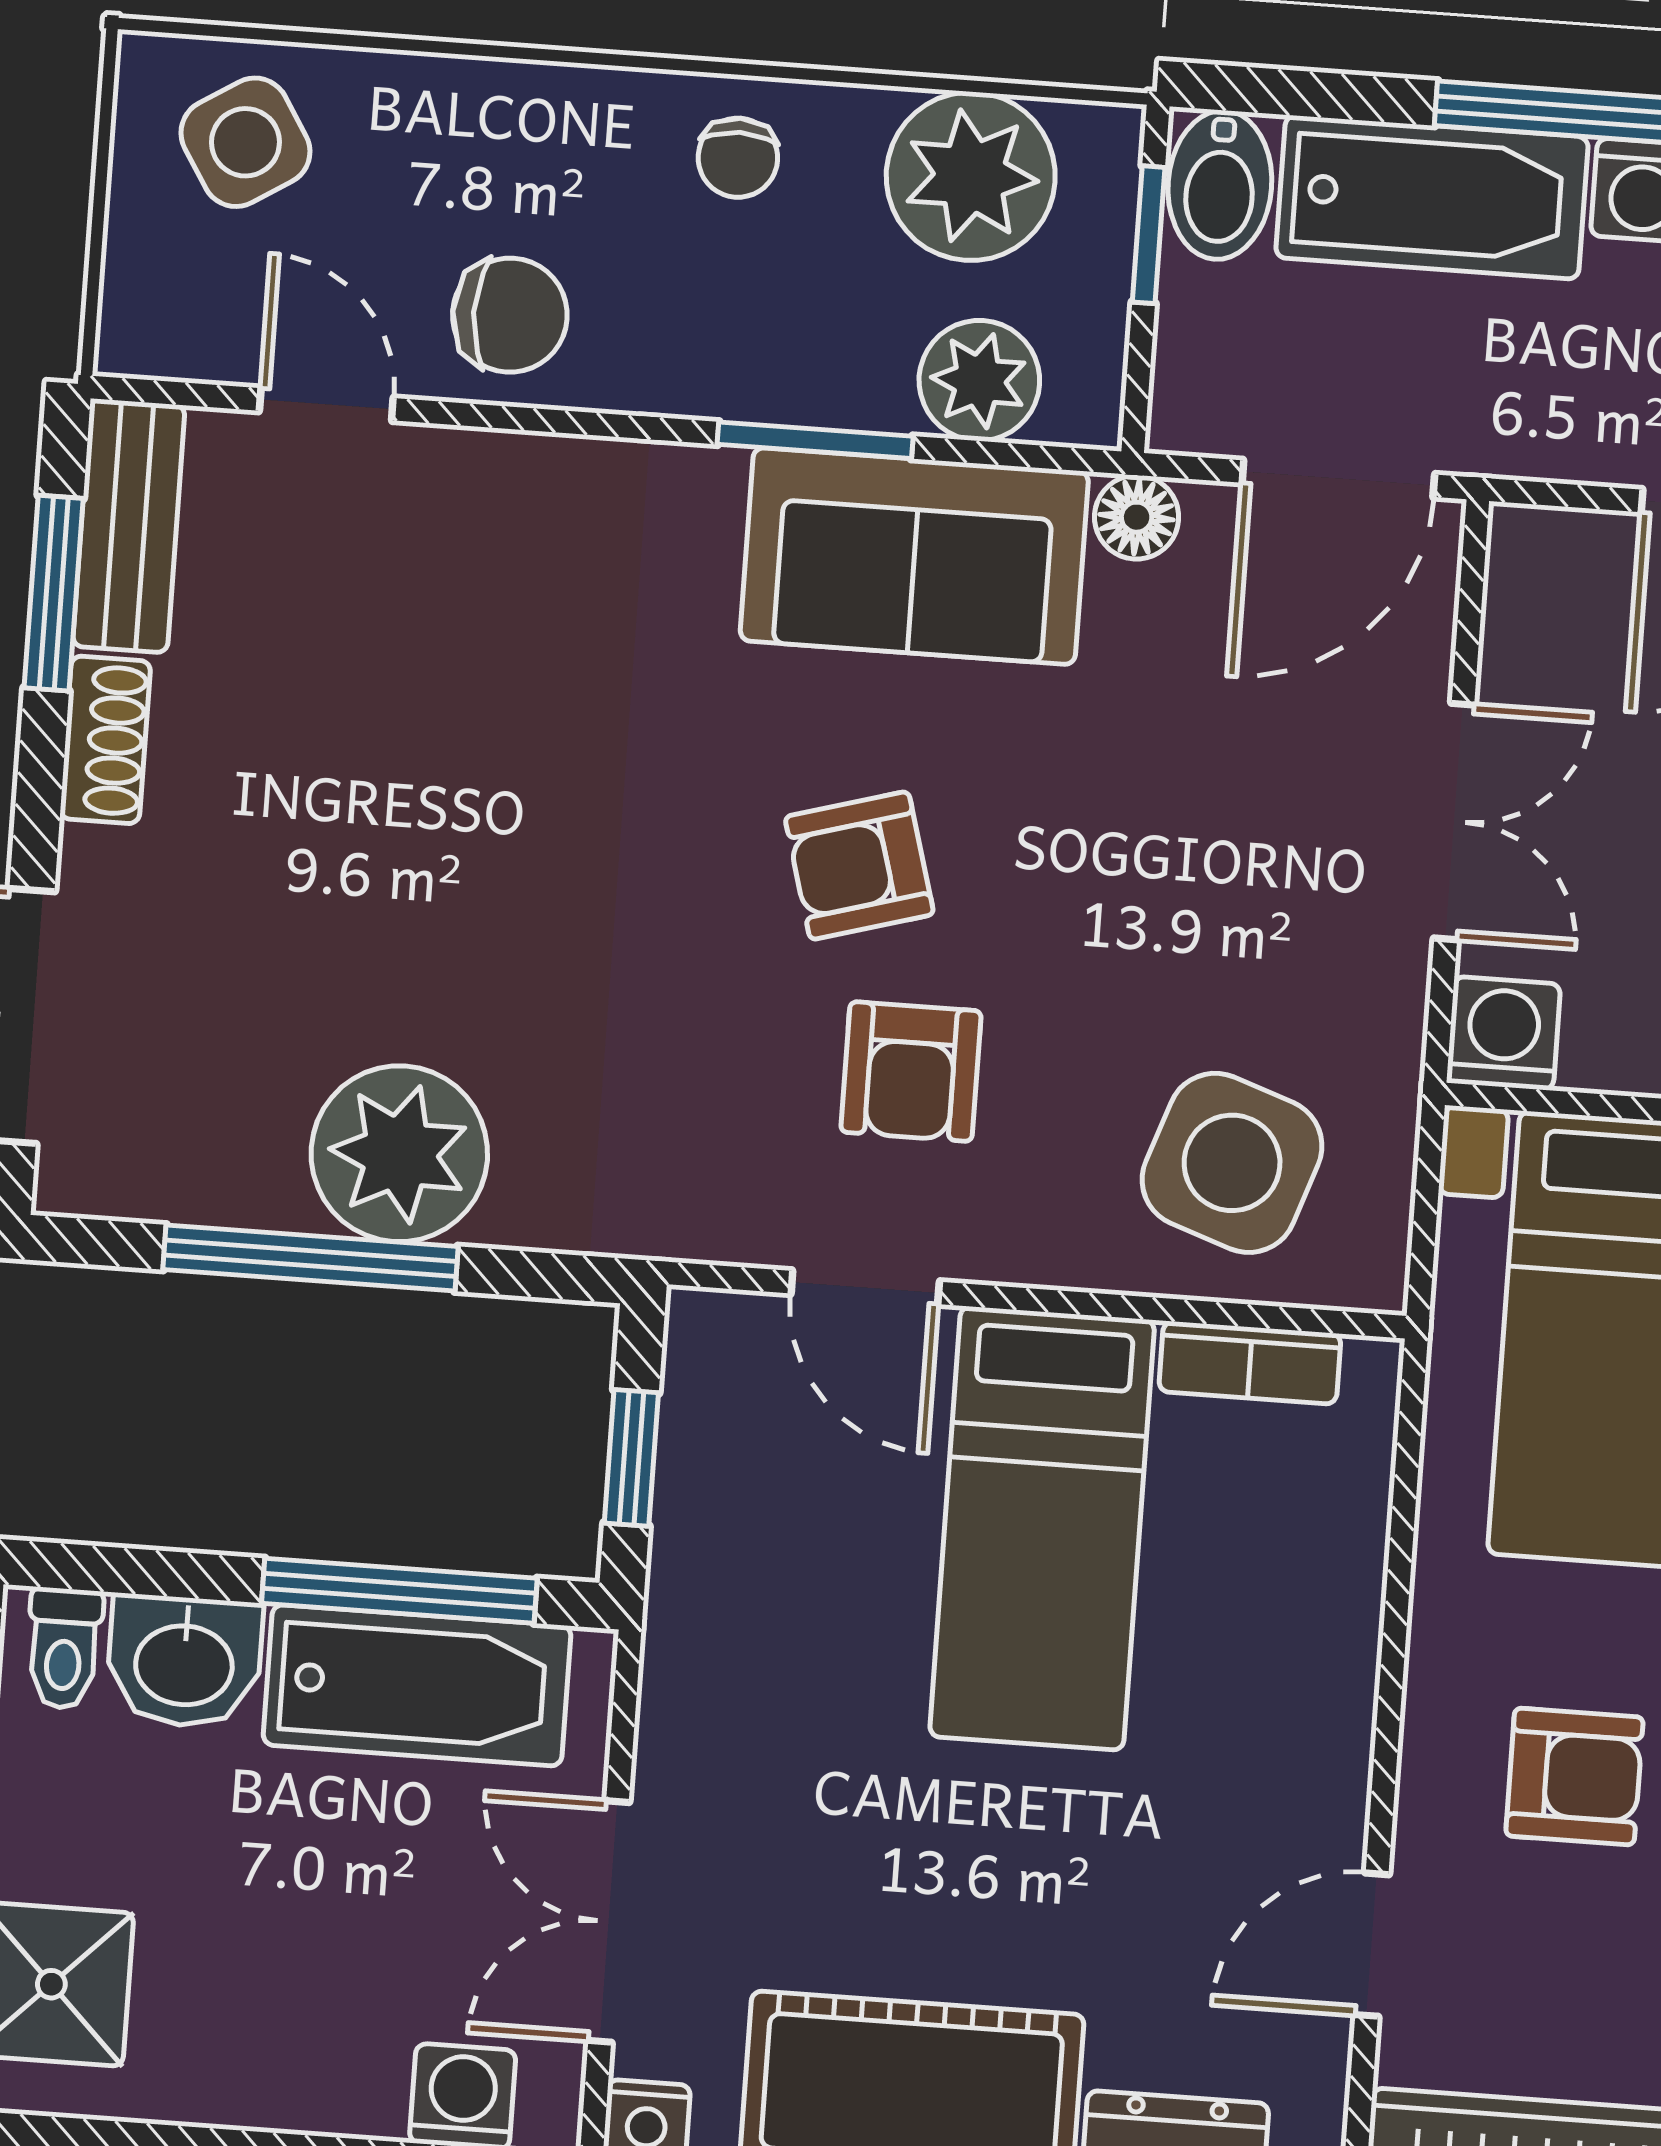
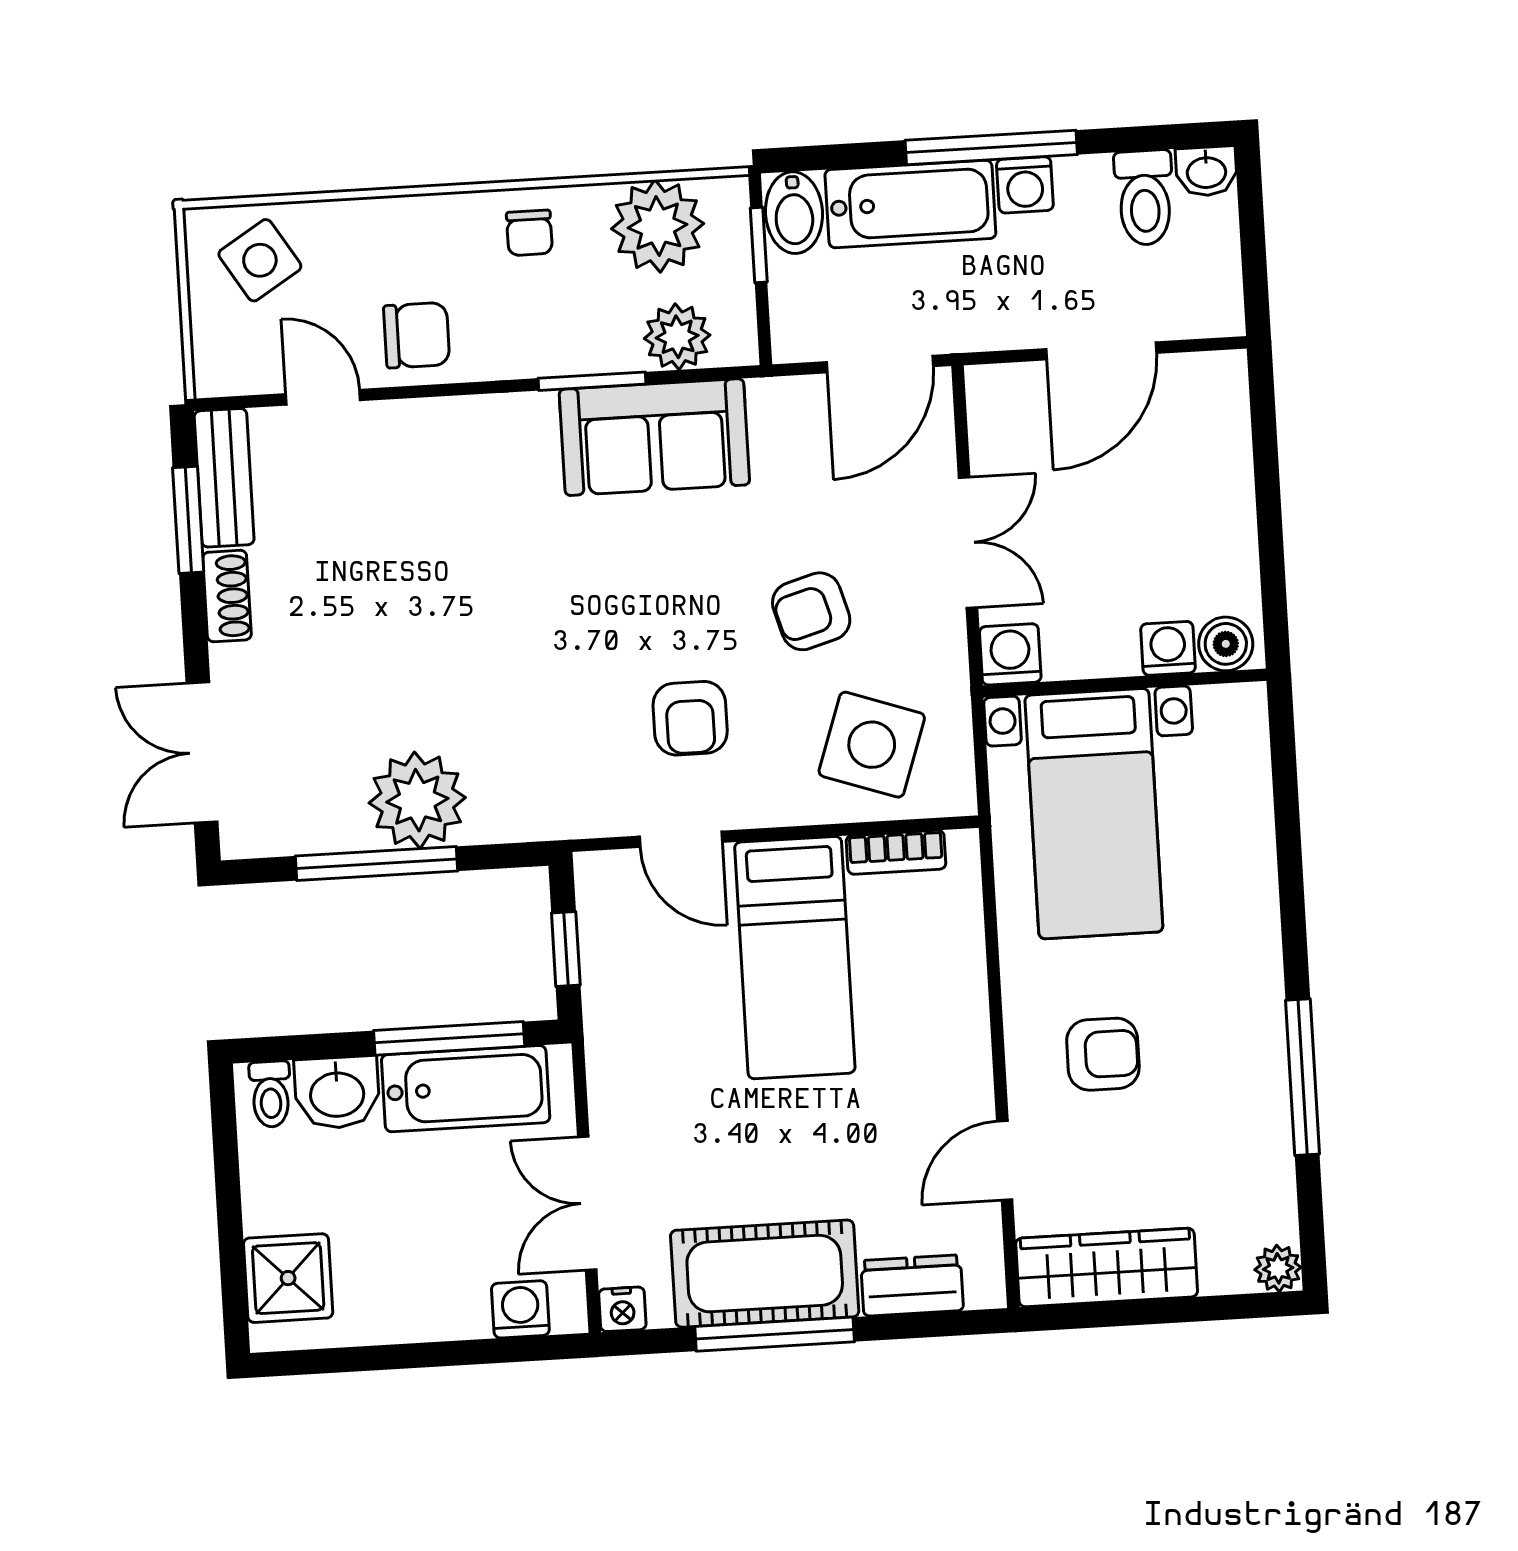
floor lamp: (1137, 517) -> (773, 400), removed
armchair: (859, 866) -> (811, 611), moved

